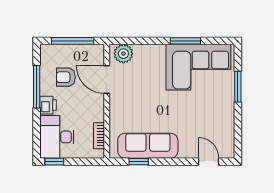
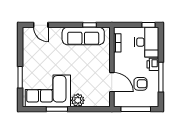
plant: (123, 54) -> (78, 100), moved

